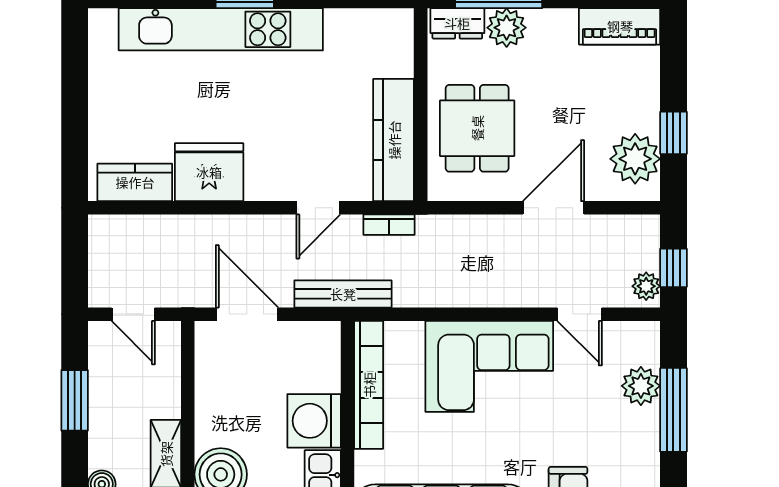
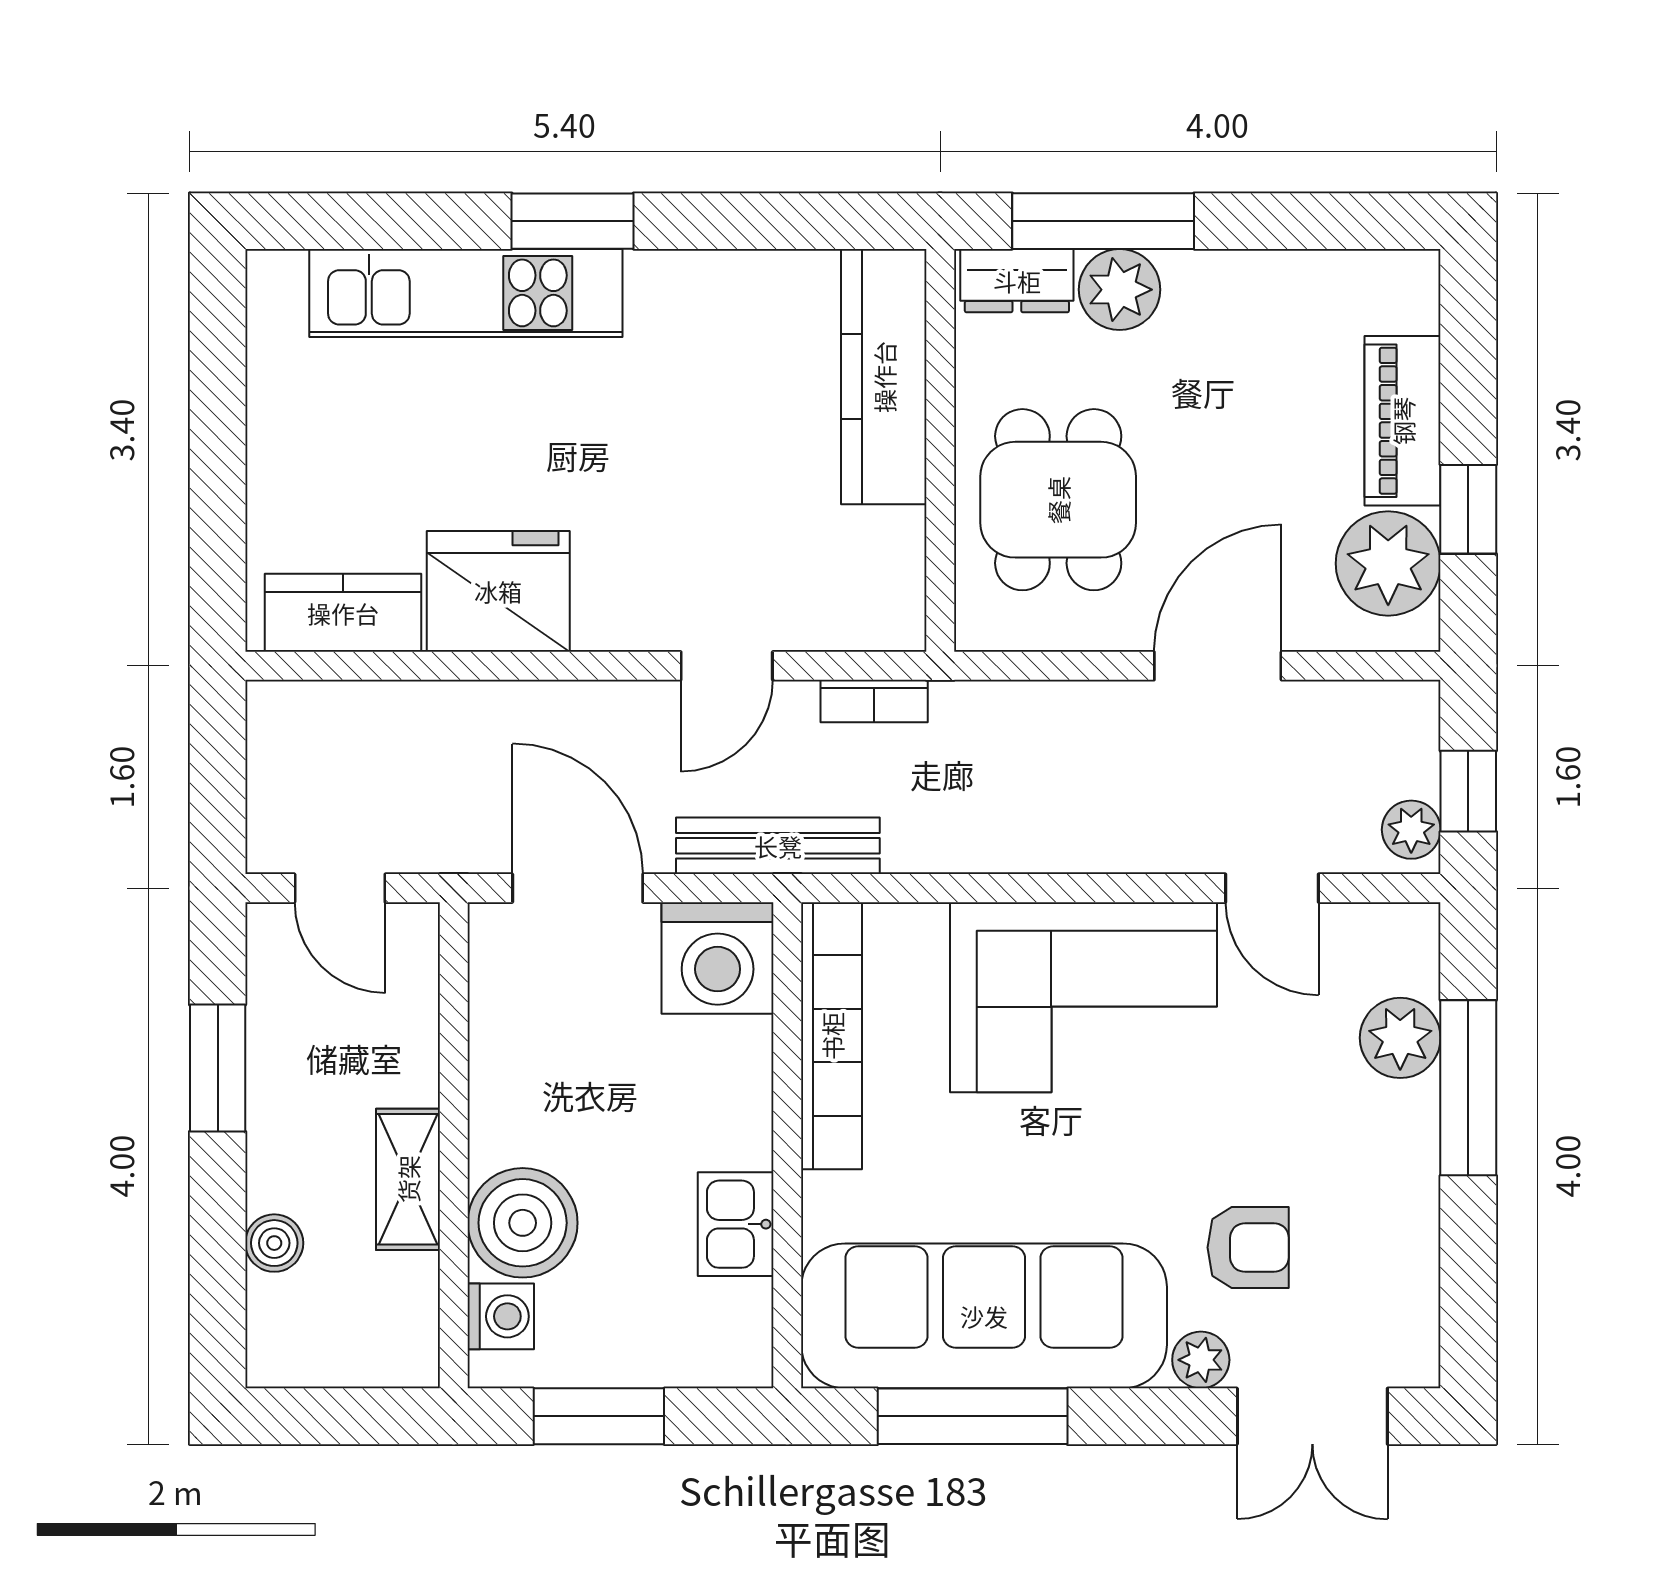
piano: (620, 26) -> (1403, 421), moved, turned 90
kitchen unit: (221, 29) -> (466, 293), width x0.73
kitchen counter: (394, 140) -> (884, 377), moved
washing machine: (314, 421) -> (718, 958), moved, turned -90

